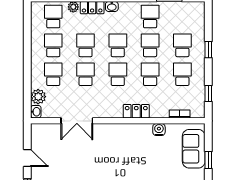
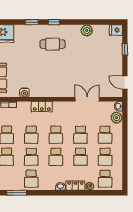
door: (27, 158) -> (125, 83), moved

